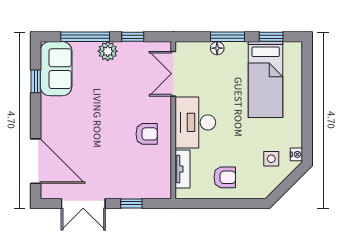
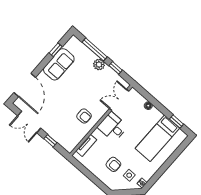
window: (227, 37) -> (157, 105), removed
sofa: (56, 69) -> (59, 64), moved
desk: (195, 122) -> (113, 127), width x0.73
armchair: (225, 177) -> (113, 164), moved

